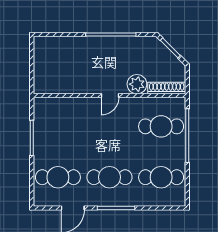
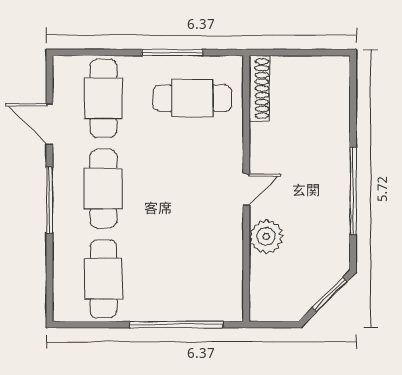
shoe rack: (167, 88) -> (259, 89), moved
door: (110, 96) -> (246, 189), swing flipped
cafe table: (161, 126) -> (192, 98), moved, turned 90

